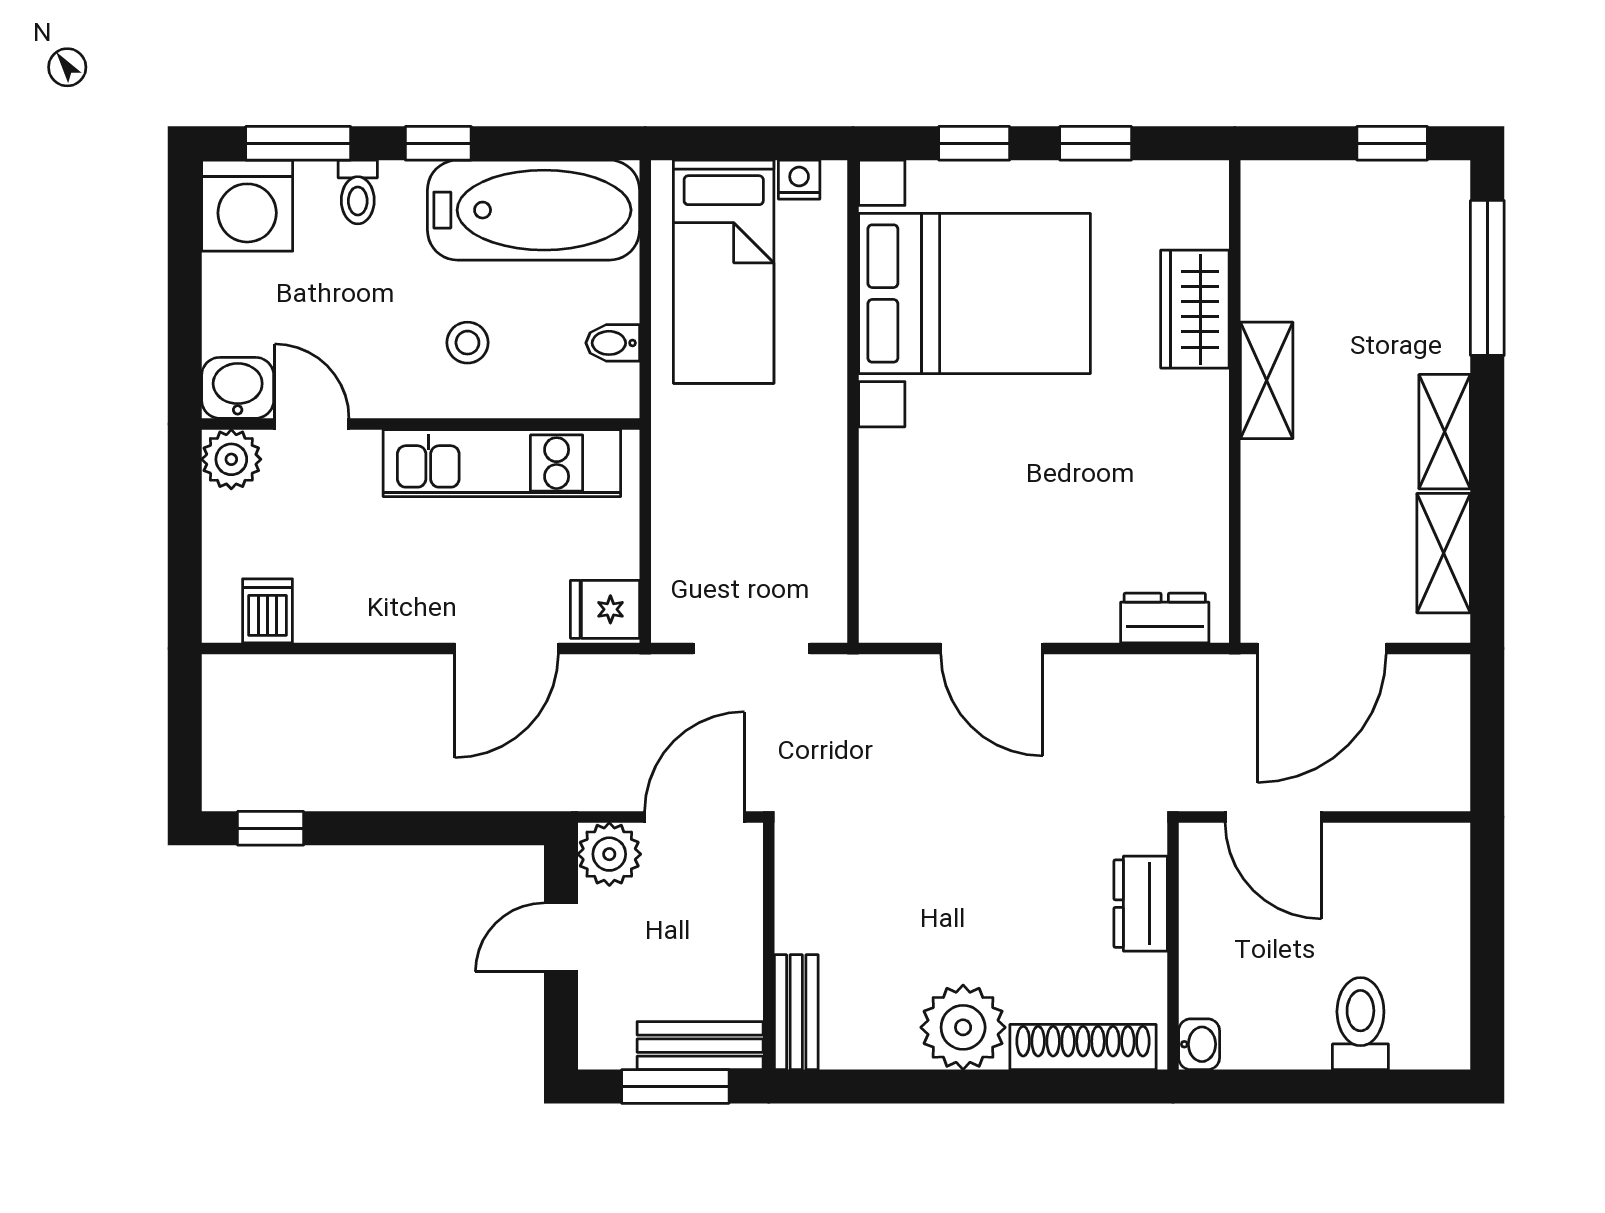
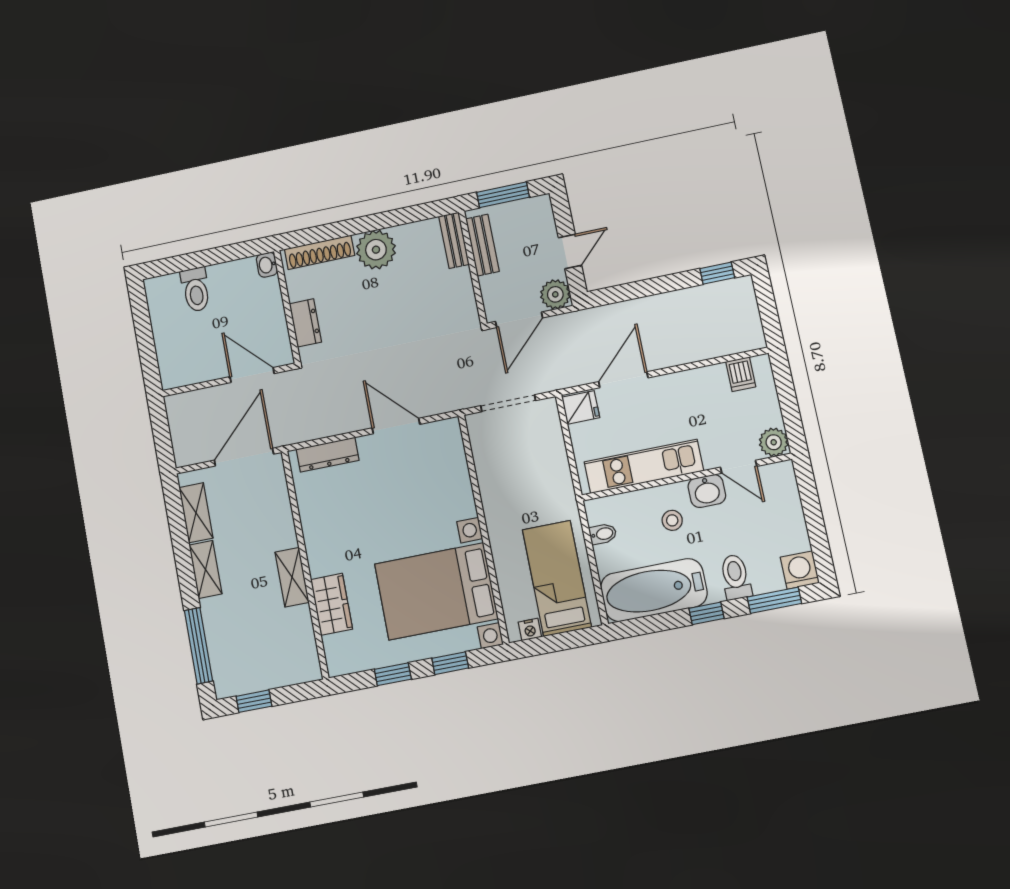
toilet: (358, 192) -> (736, 577), width x1.37, depth x1.39
washing machine: (247, 206) -> (800, 570), width x0.73, depth x0.73
washbasin: (238, 388) -> (707, 491), moved
dresser: (1165, 618) -> (328, 455), width x1.44
bench: (700, 1046) -> (482, 245), moved, turned 90

